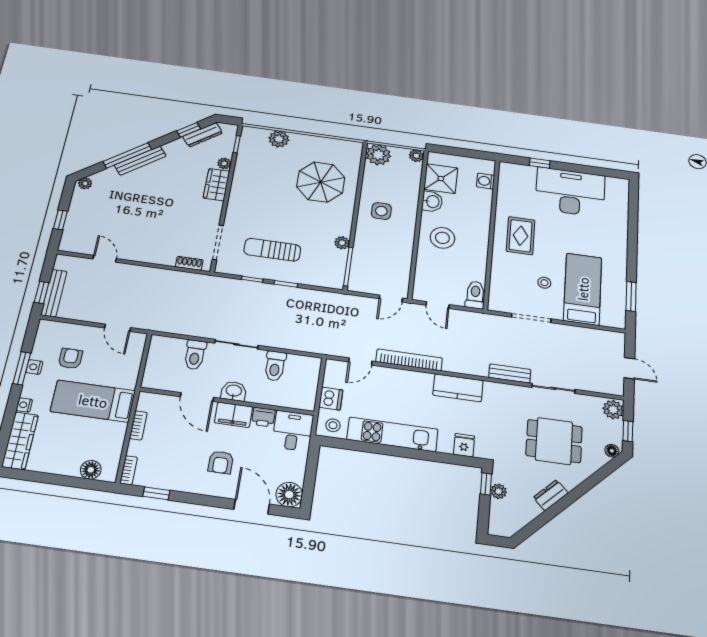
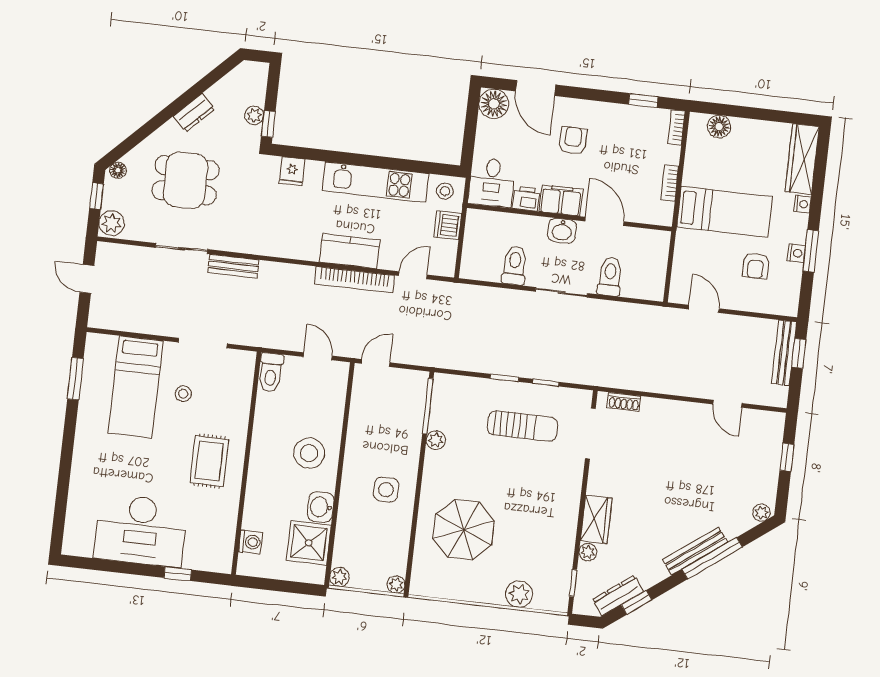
plant: (378, 155) -> (396, 584), width x0.53, depth x0.53
kitchen counter: (458, 388) -> (350, 251), moved

